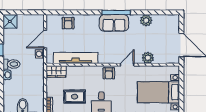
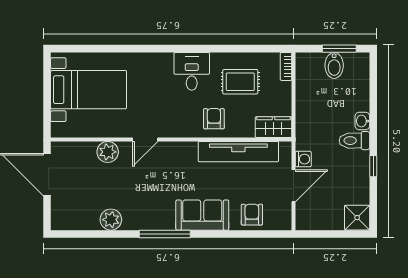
sofa: (114, 23) -> (202, 215), moved
armchair: (109, 73) -> (214, 119), moved

